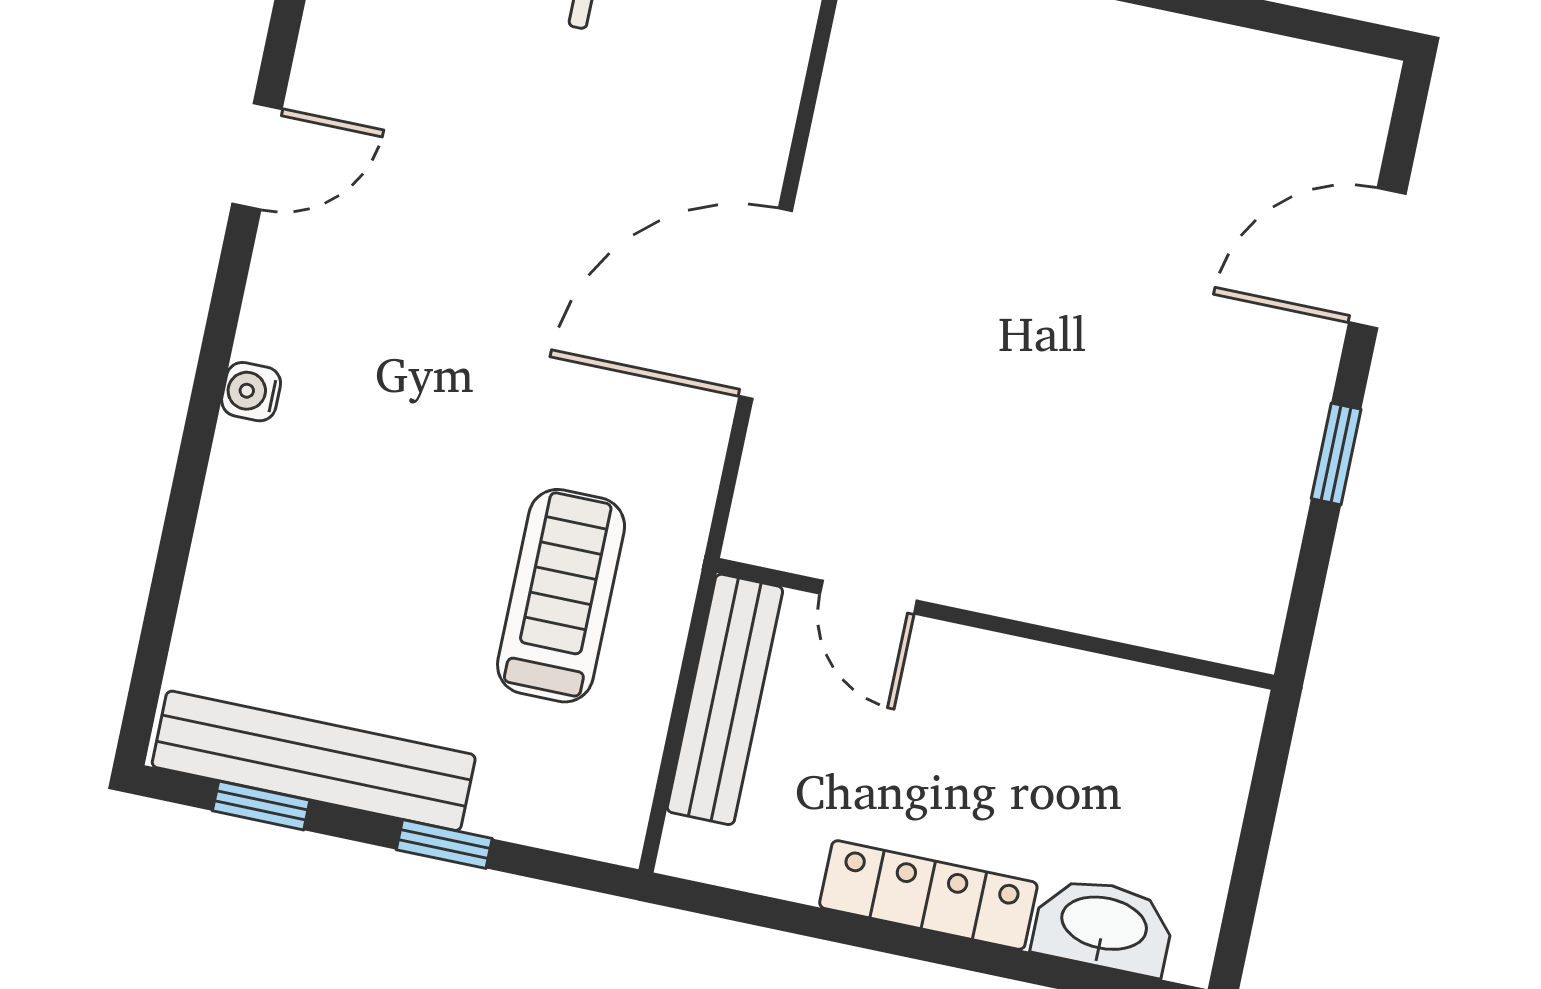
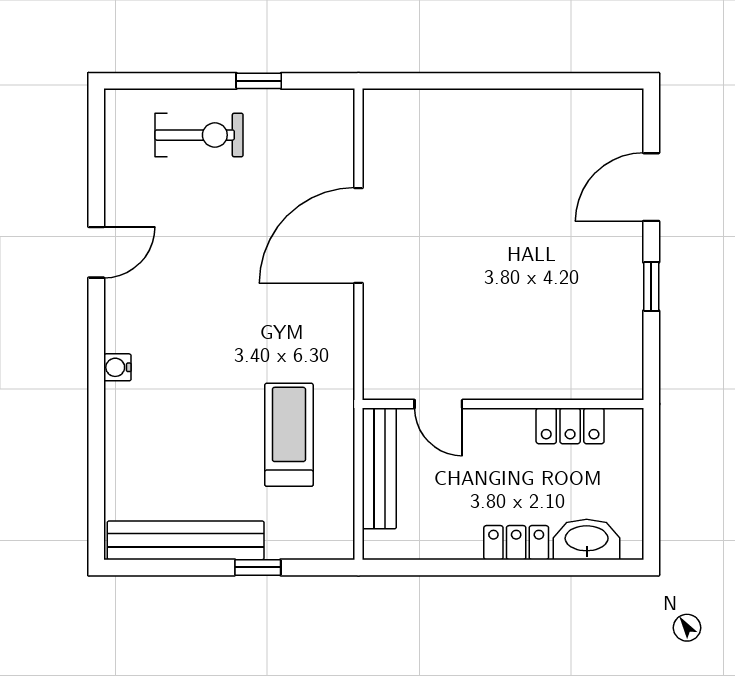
door: (766, 304) -> (359, 235), moved
locker: (1118, 695) -> (570, 426), added
window: (261, 805) -> (165, 567), removed
locker: (928, 895) -> (516, 543), width x0.66

